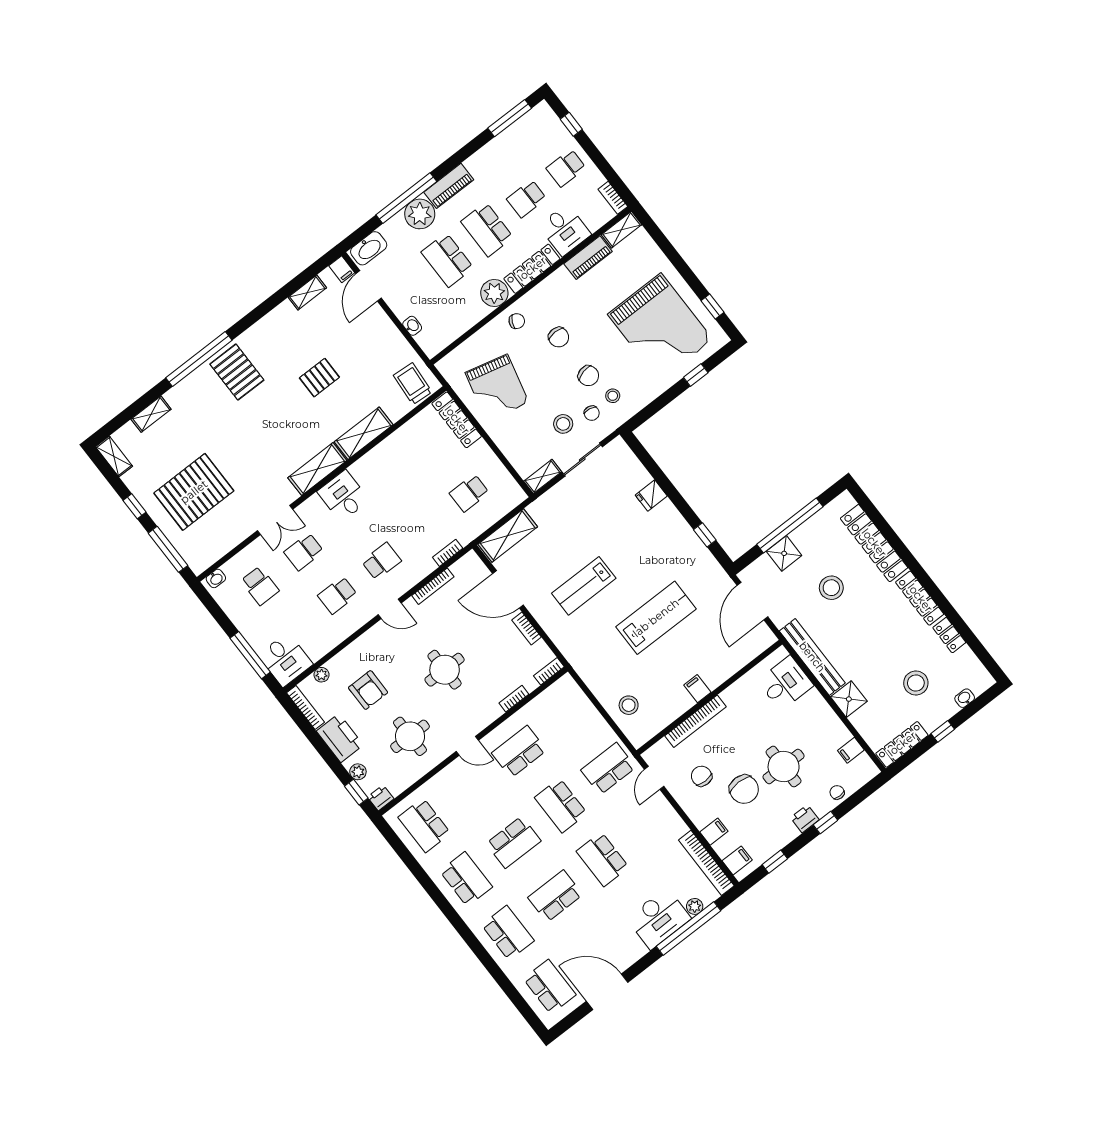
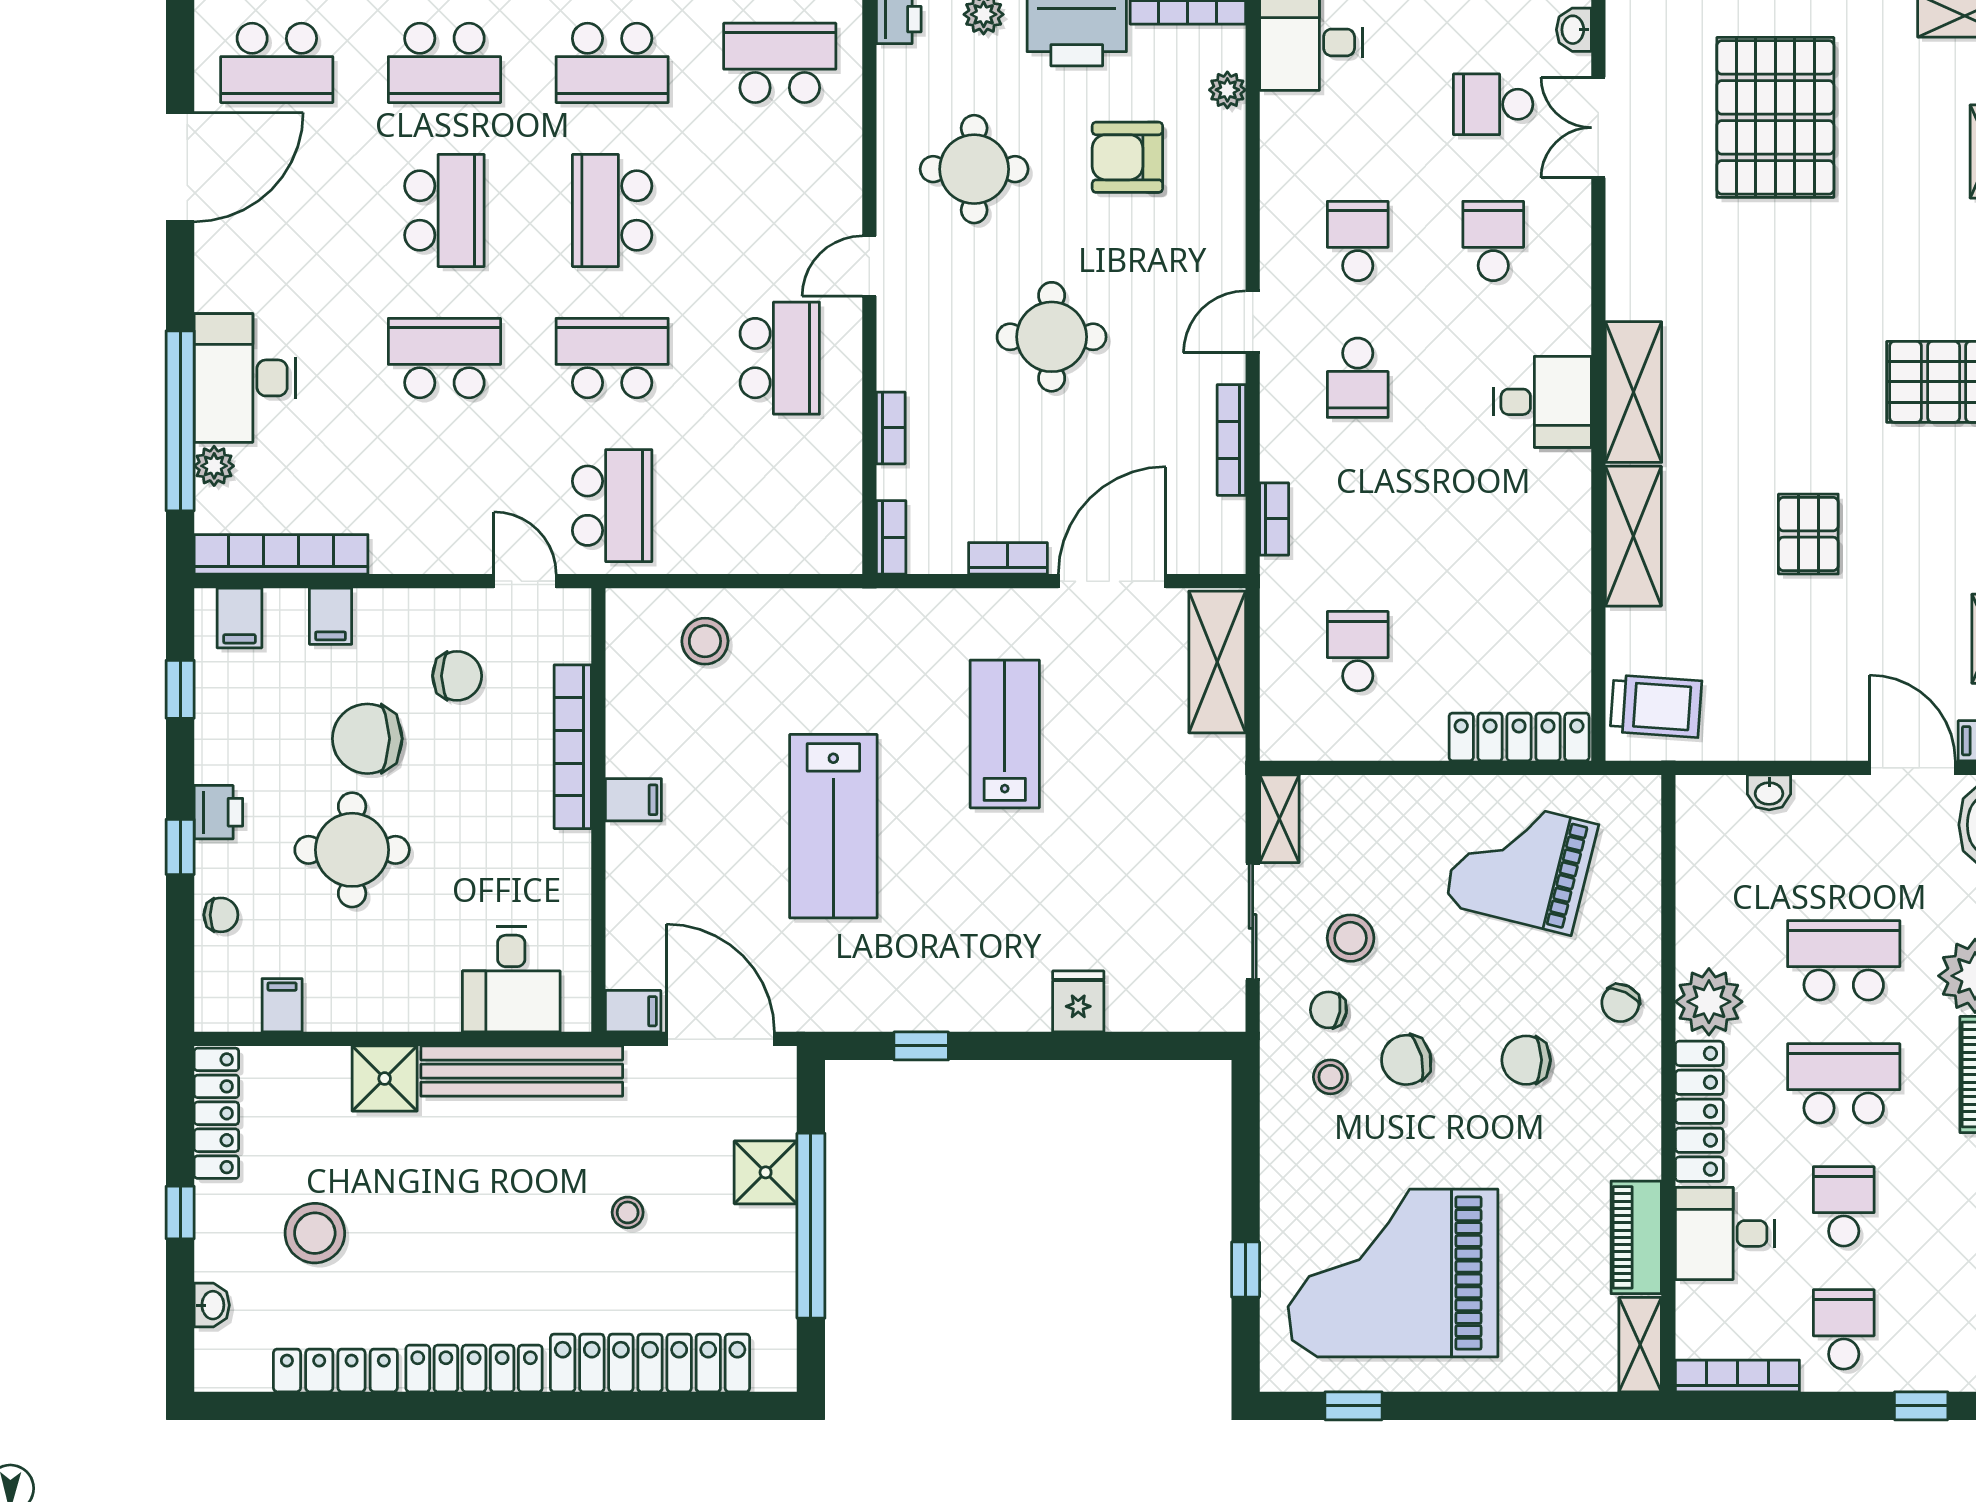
bookcase: (613, 198) -> (1737, 1376), width x1.56
double door: (275, 520) -> (1598, 128), moved
stool: (831, 588) -> (628, 1212), width x0.53, depth x0.53
locker: (949, 635) -> (335, 1370), width x1.53
filing cabinet: (765, 636) -> (633, 1011), added

